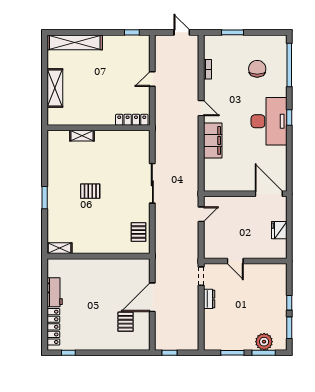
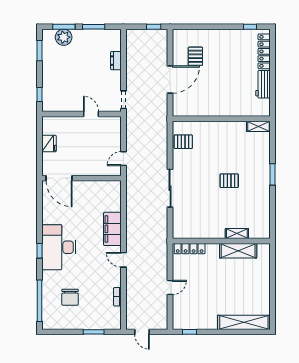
shelving: (55, 88) -> (238, 251), moved, turned 90
pallet: (138, 232) -> (183, 142), turned 90
dresser: (209, 299) -> (116, 61), moved
window: (289, 303) -> (40, 94), moved

